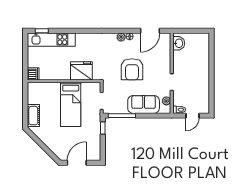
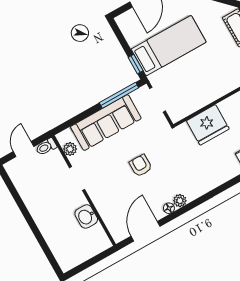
washbasin: (179, 43) -> (86, 216), moved
armchair: (132, 69) -> (141, 166), width x0.53, depth x0.53
bed: (71, 104) -> (169, 46), moved, turned 90
sofa: (144, 104) -> (106, 123), width x1.36

